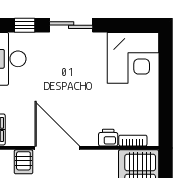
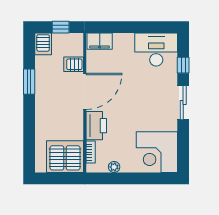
plant: (152, 111) -> (114, 167), added
printer: (108, 138) -> (96, 126), width x1.87, depth x1.48

